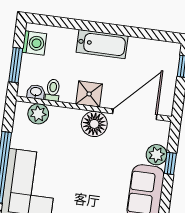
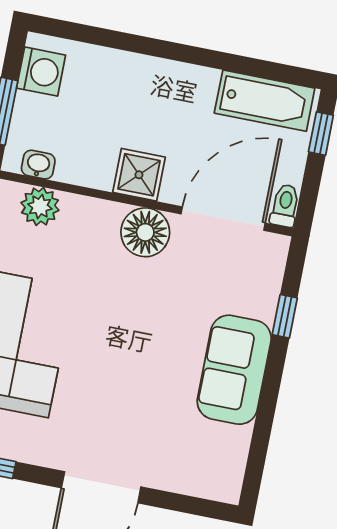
bathtub: (102, 44) -> (265, 101), moved
toilet: (53, 90) -> (285, 206), moved
plant: (157, 155) -> (260, 298), removed

